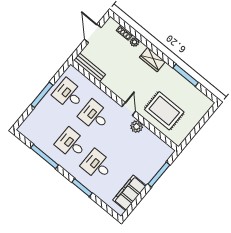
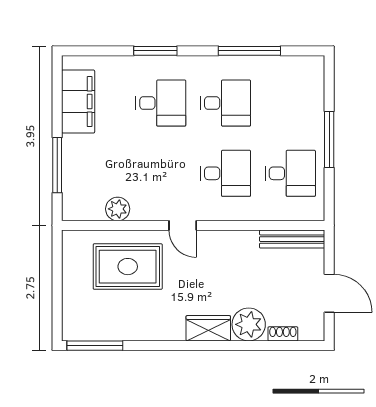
plant: (135, 42) -> (249, 324), width x1.87, depth x1.87
window: (186, 75) -> (95, 346), moved
plant: (137, 127) -> (118, 209), moved

